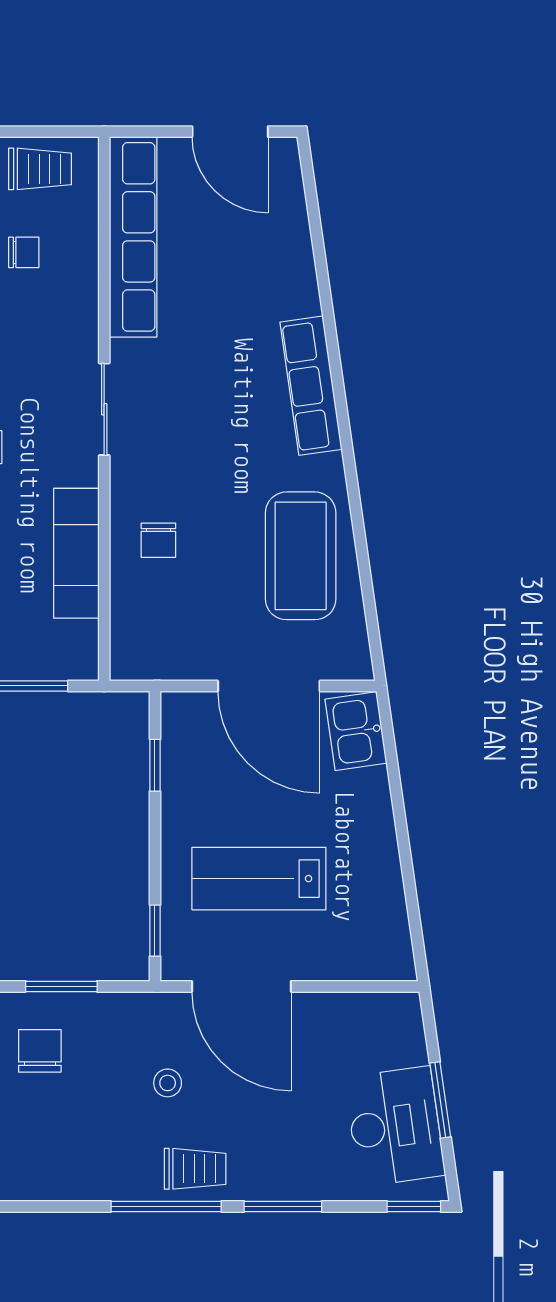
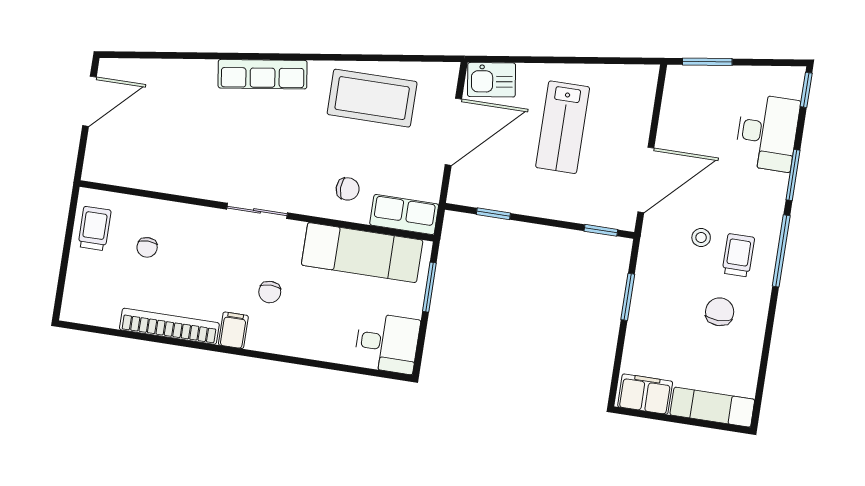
row of seats: (133, 237) -> (404, 215), moved, width x0.50
chair: (24, 252) -> (147, 247), turned 180
exam couch: (76, 553) -> (362, 253), width x1.36, depth x1.45
lab bench: (259, 879) -> (563, 127), moved
chair: (40, 1051) -> (720, 312), moved, turned 90
window: (440, 1100) -> (707, 62), moved
desk: (395, 1126) -> (767, 133), moved, turned 98
trolley: (195, 1169) -> (738, 255), moved

